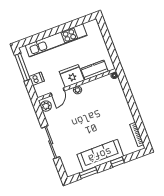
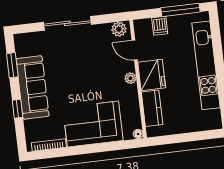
corner sofa: (115, 108) -> (93, 124), added

